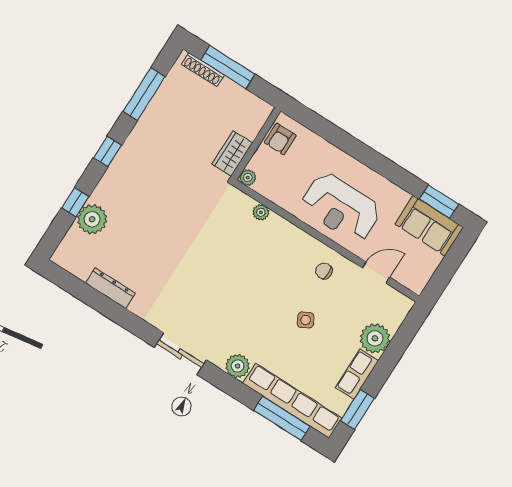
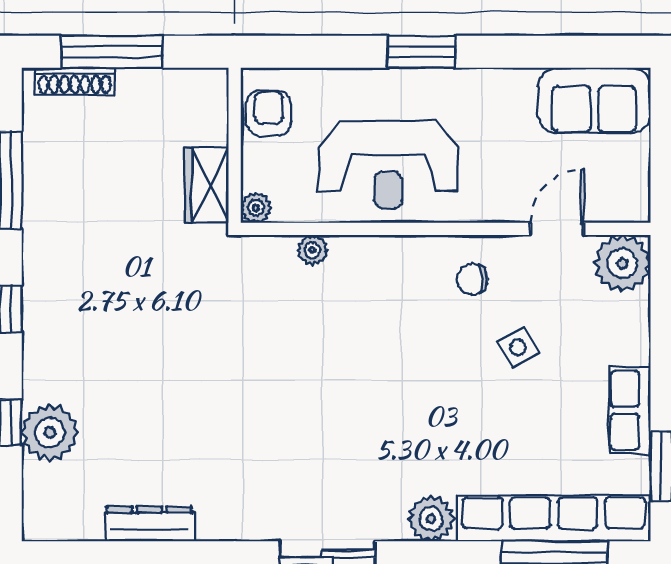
armchair: (280, 139) -> (269, 113), turned 180
window: (439, 202) -> (421, 52), moved
reception desk: (341, 208) -> (388, 165), moved
side table: (306, 320) -> (518, 347), moved
plant: (375, 338) -> (622, 263), moved

